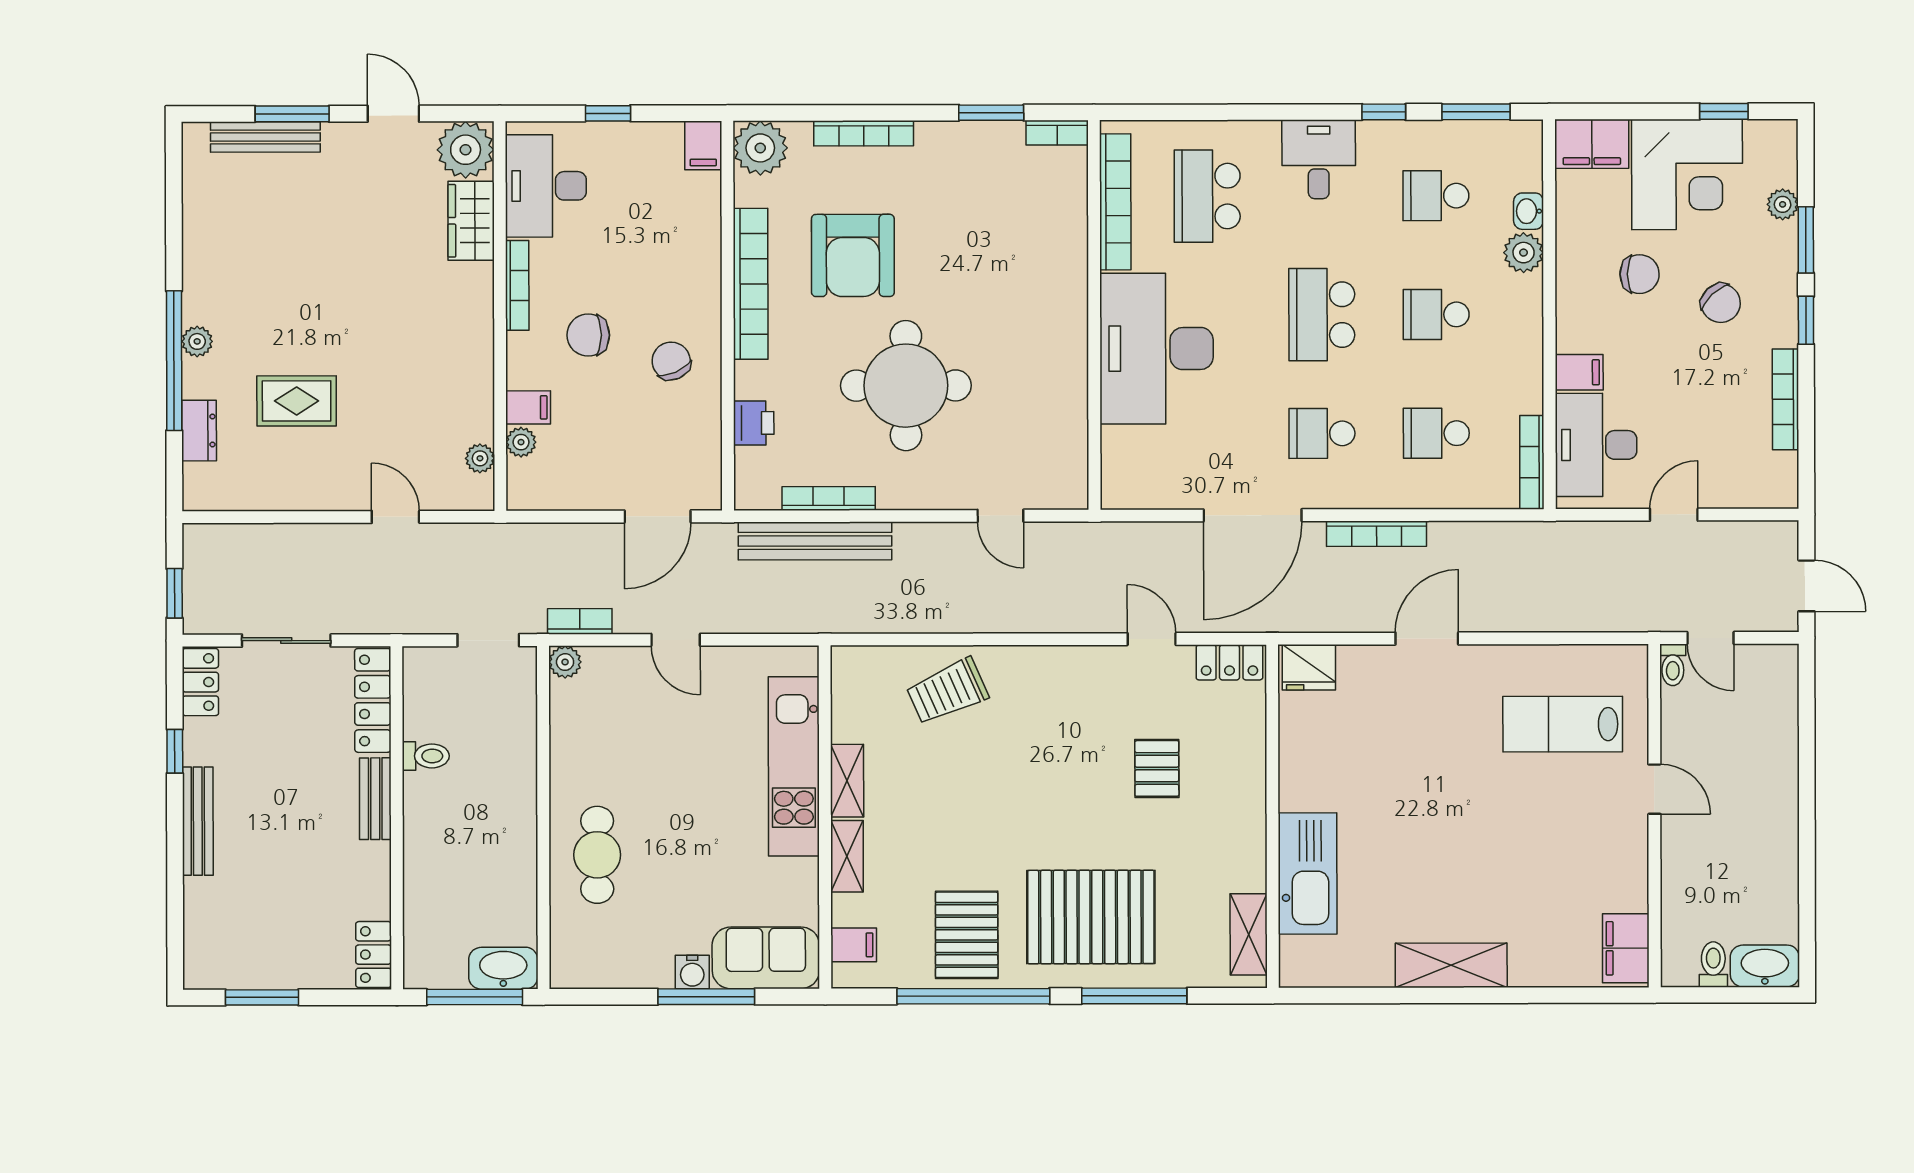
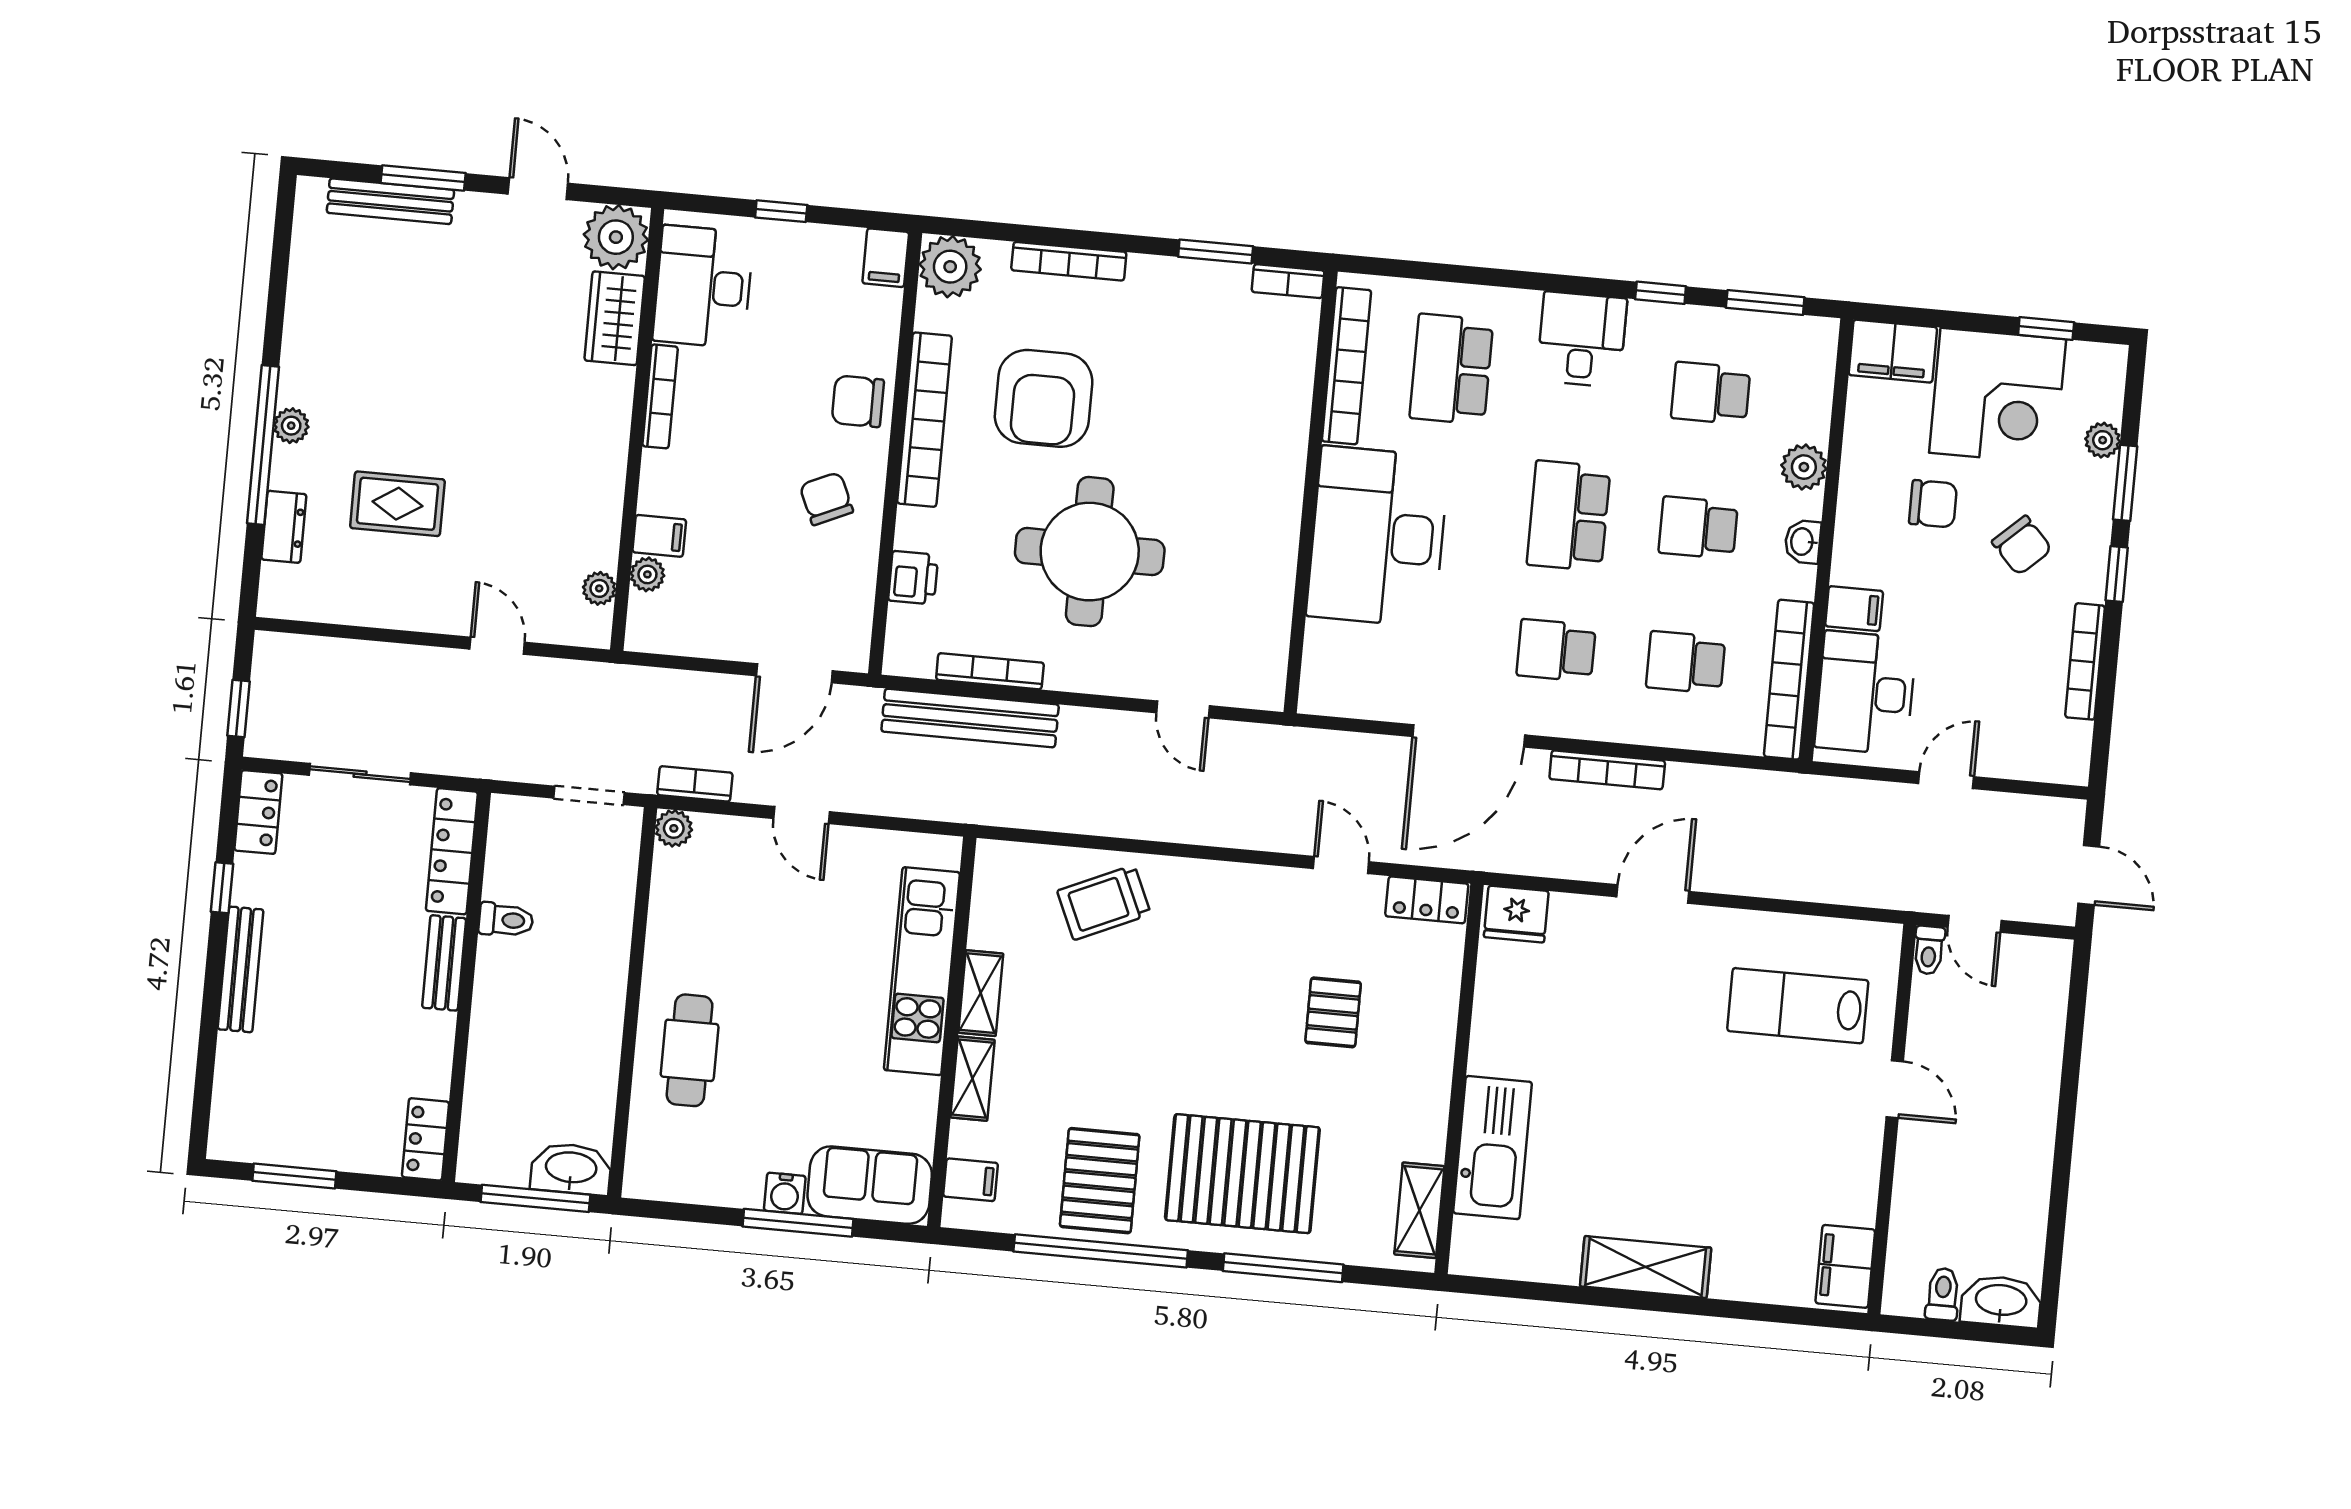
washbasin: (1529, 211) -> (1803, 542), moved
chair: (588, 335) -> (858, 401), moved
bookcase: (1532, 462) -> (1789, 680), width x1.48, depth x1.31

